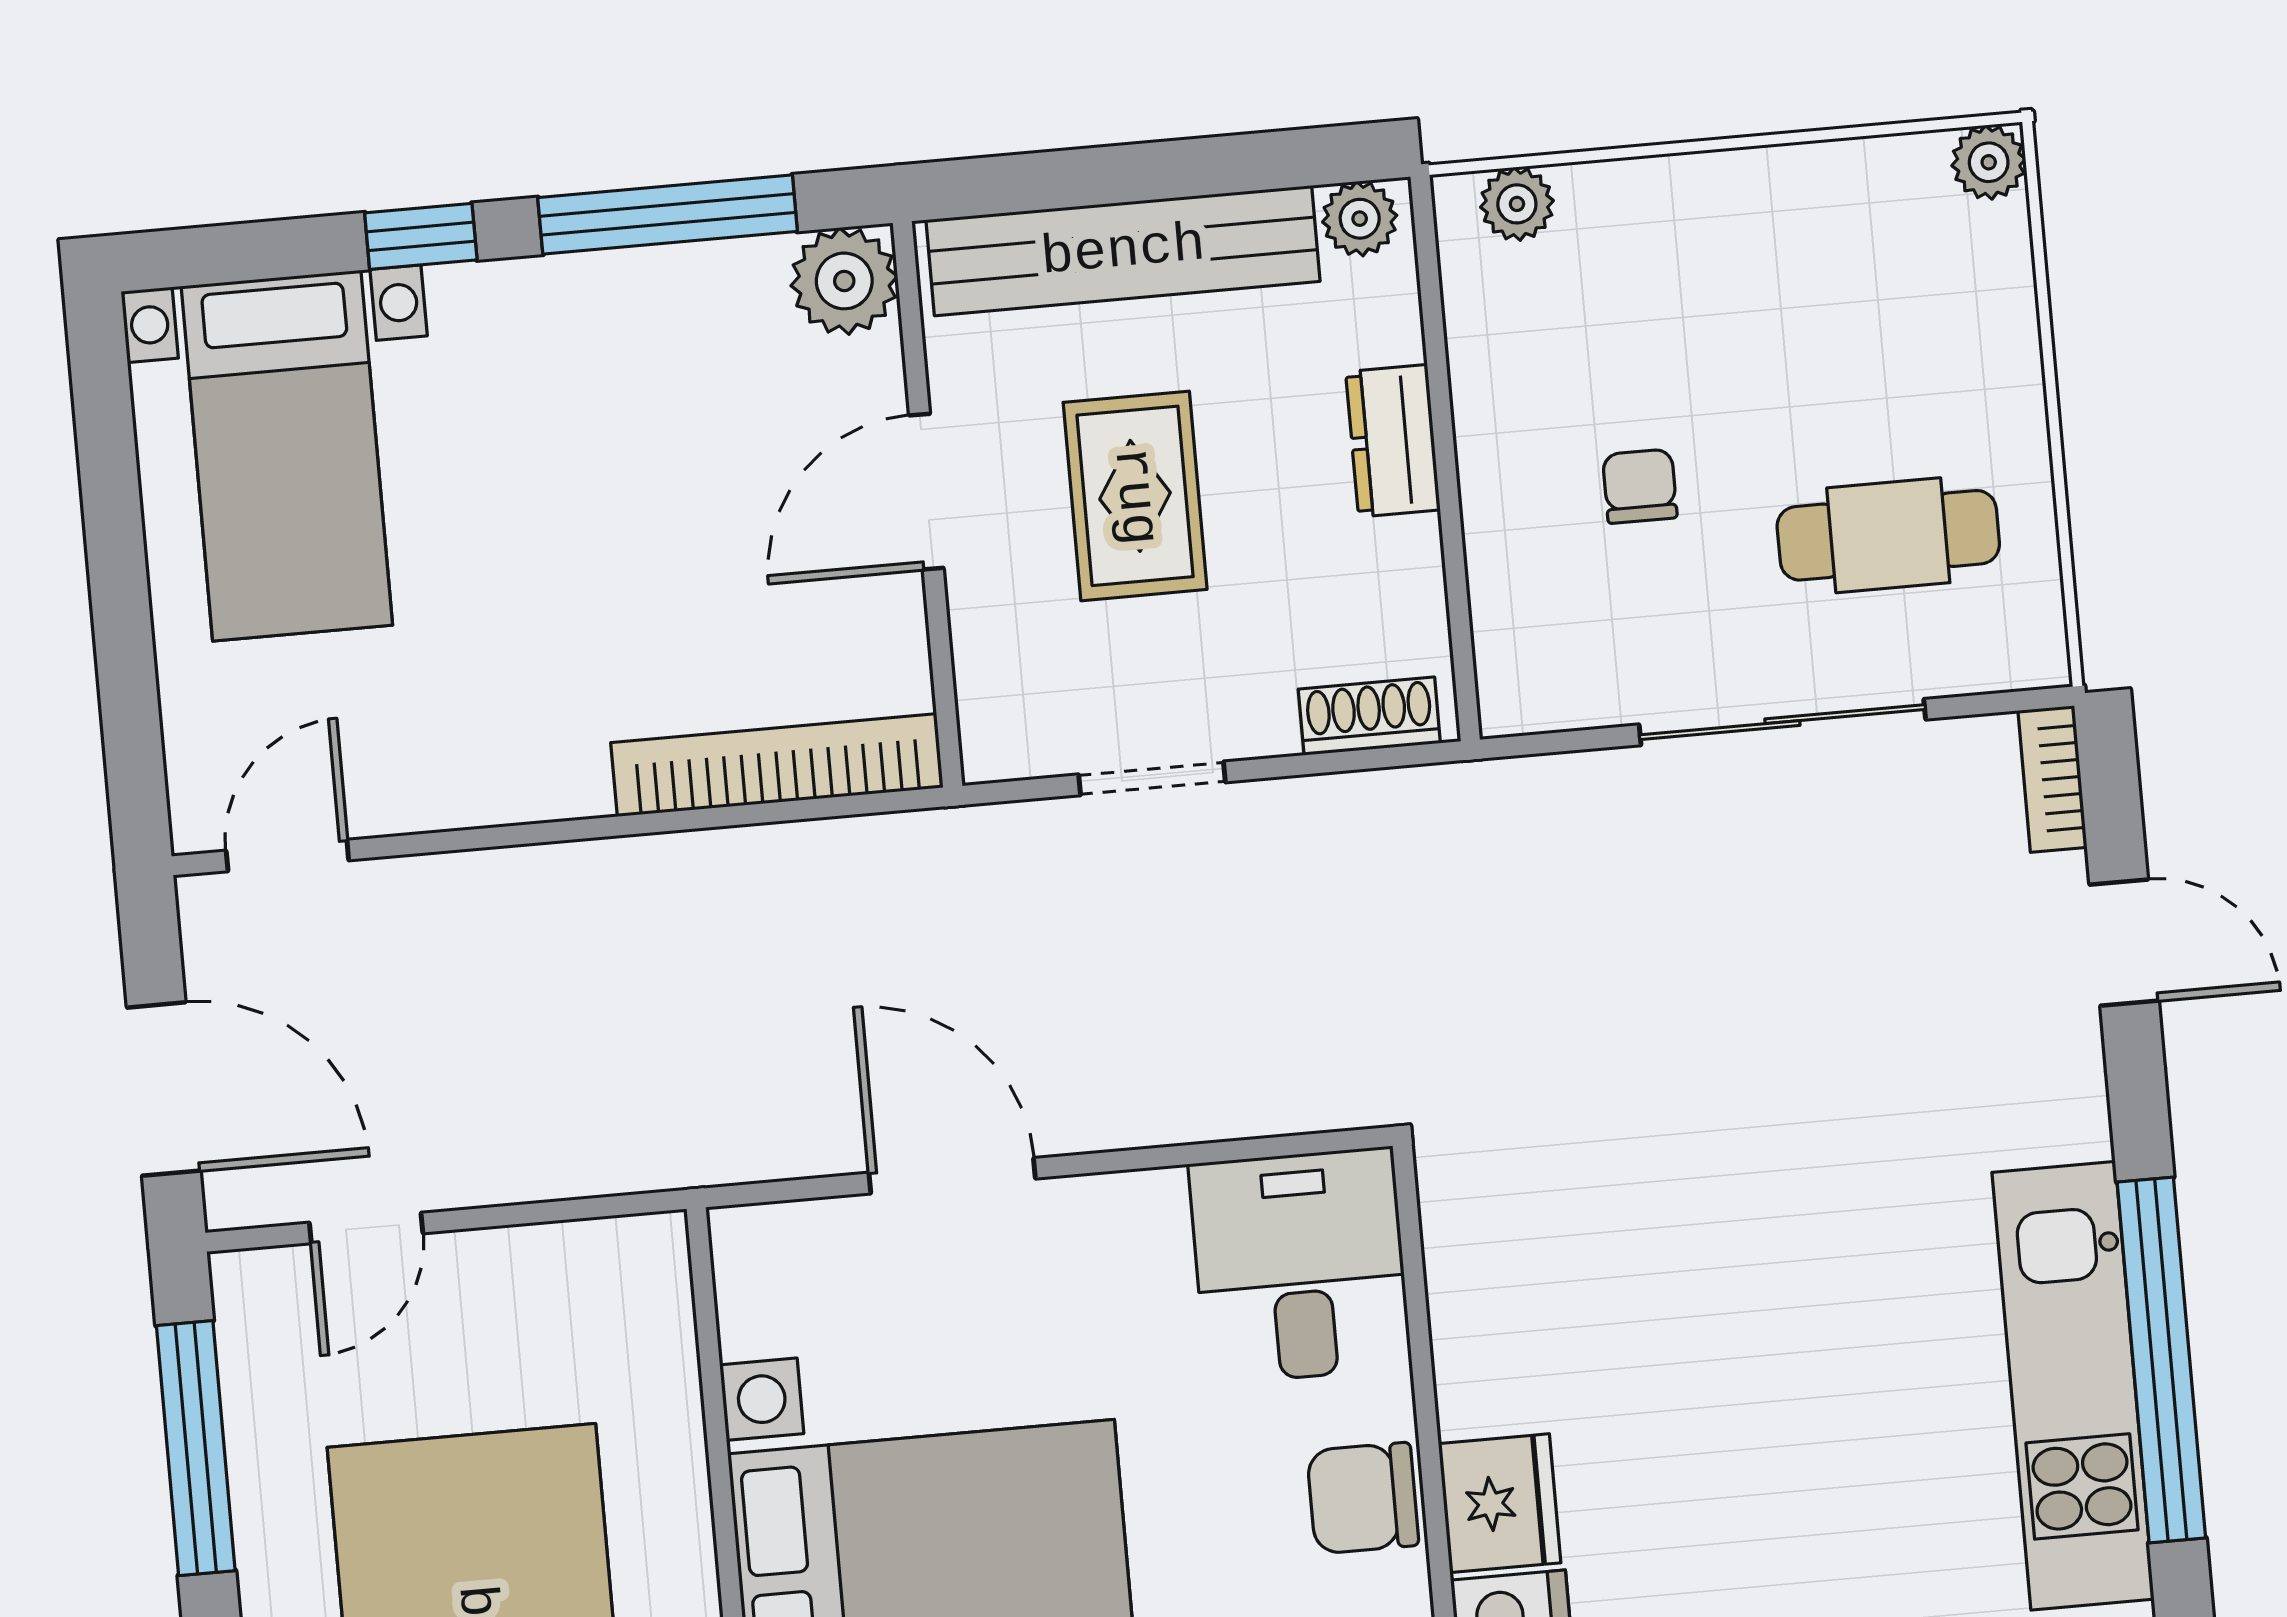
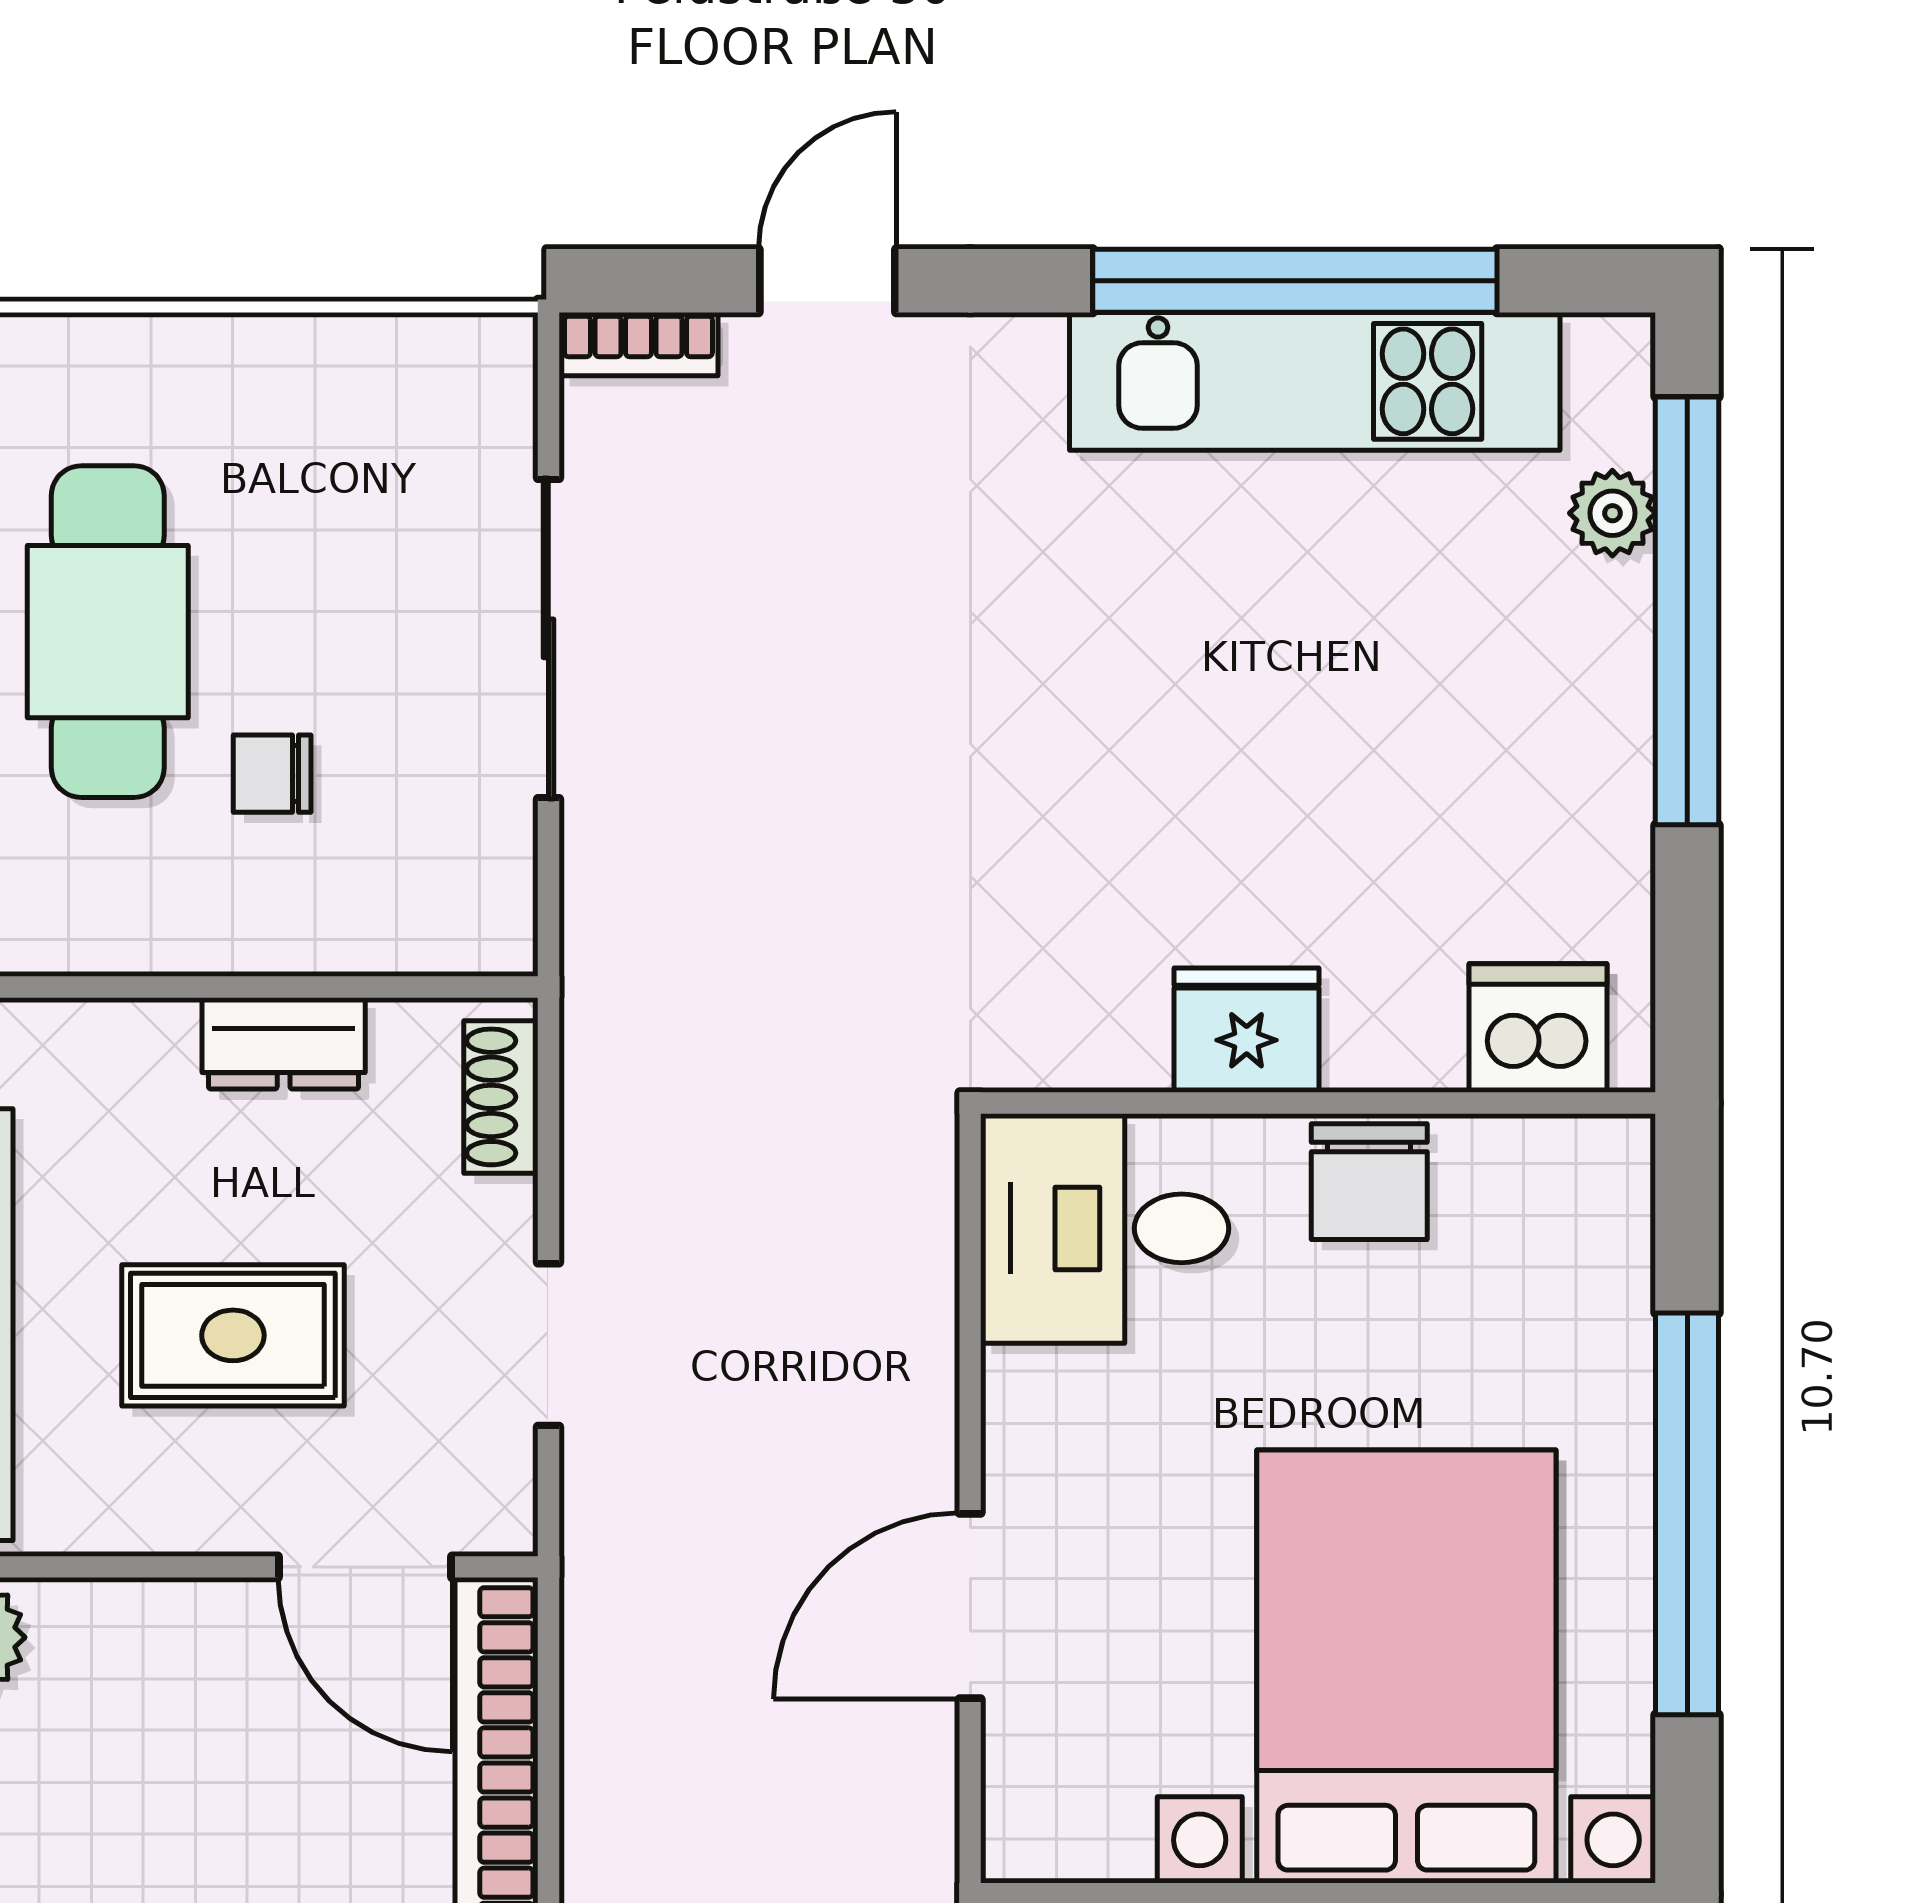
dresser: (1393, 441) -> (284, 1043), moved
door: (926, 492) -> (365, 1567), moved
cafe table: (1888, 535) -> (108, 632), moved, width x1.37, depth x1.35
fridge: (1500, 1503) -> (1247, 1030), moved

